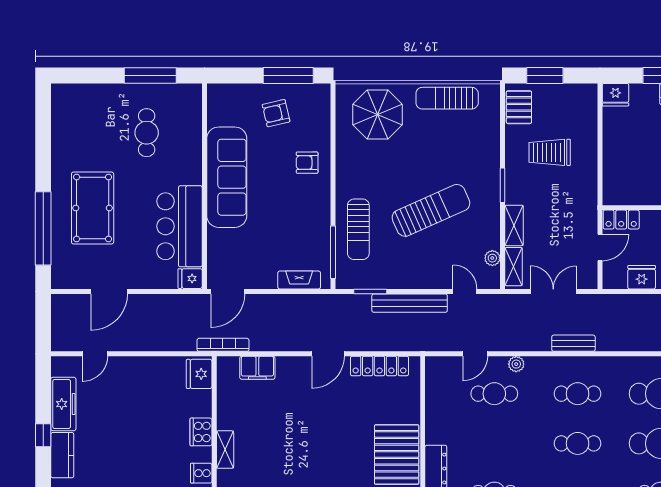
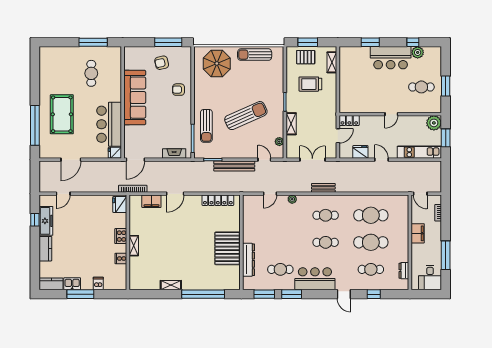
fridge: (615, 95) -> (346, 53), removed
pallet: (519, 107) -> (306, 57), moved, turned 90
shelving: (514, 267) -> (332, 62), moved
door: (328, 354) -> (175, 194), moved
cafe table: (494, 394) -> (280, 215), removed
window: (43, 435) -> (35, 220), moved

